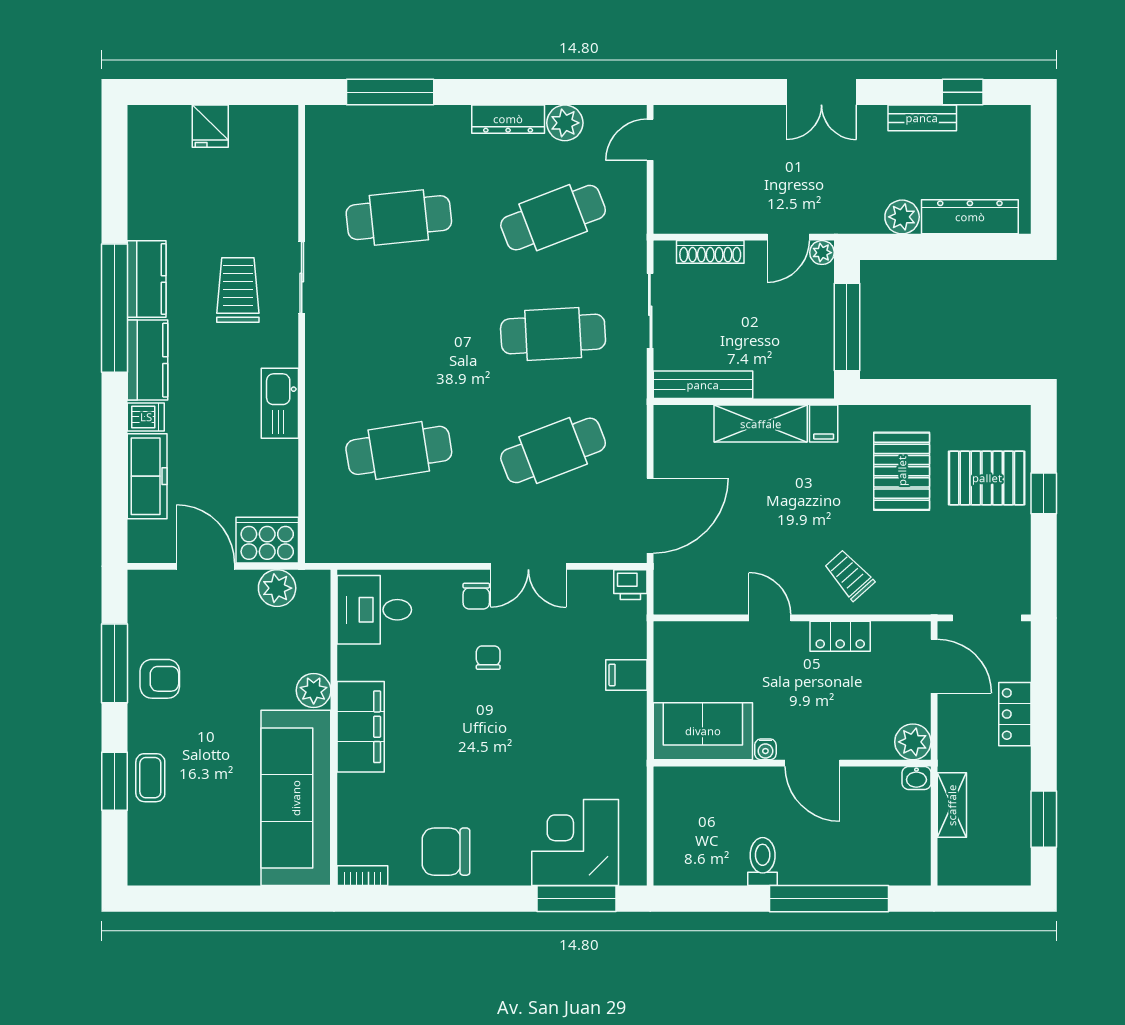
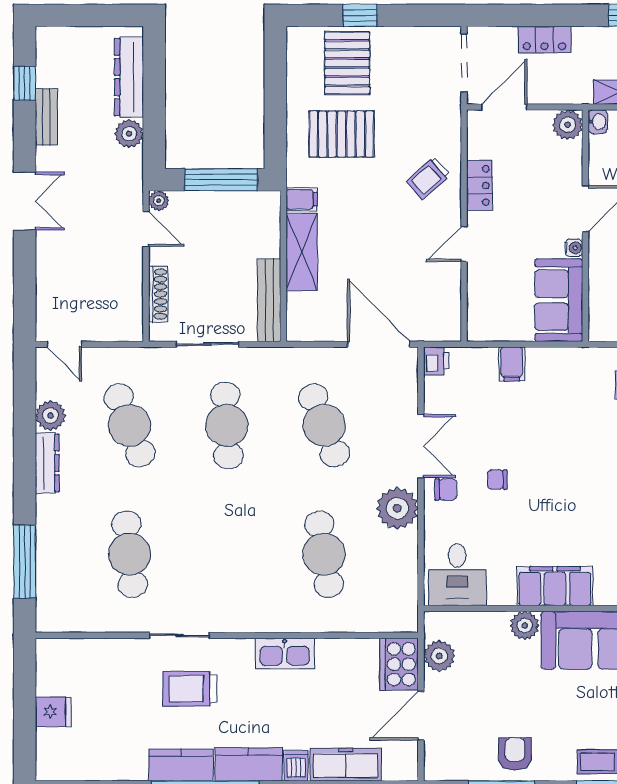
plant: (454, 538) -> (397, 508), added

